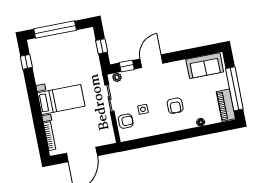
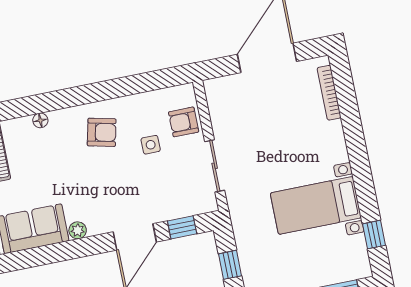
plant: (117, 77) -> (78, 230), moved
bed with nightstands: (61, 99) -> (316, 205), moved
armchair: (175, 106) -> (102, 132), moved, turned 103

